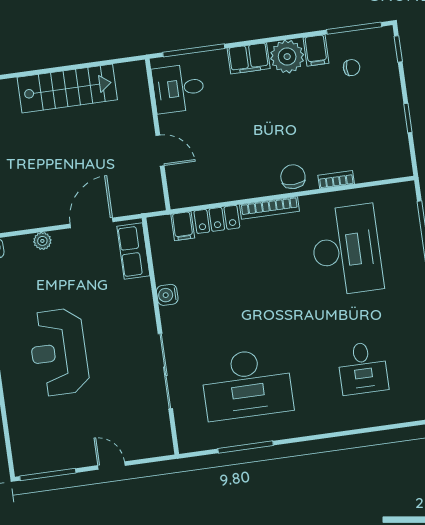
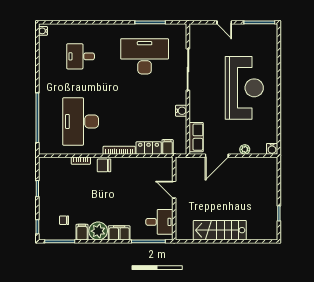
chair: (293, 177) -> (104, 165), turned 90
reception desk: (59, 352) -> (244, 88), width x1.36, depth x1.30
desk: (363, 368) -> (81, 56), turned -90

